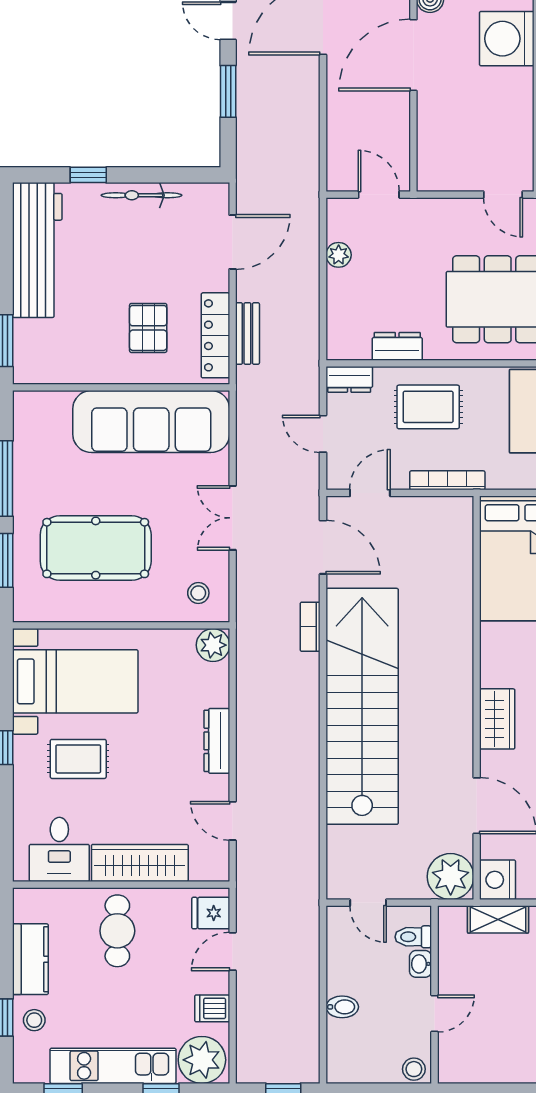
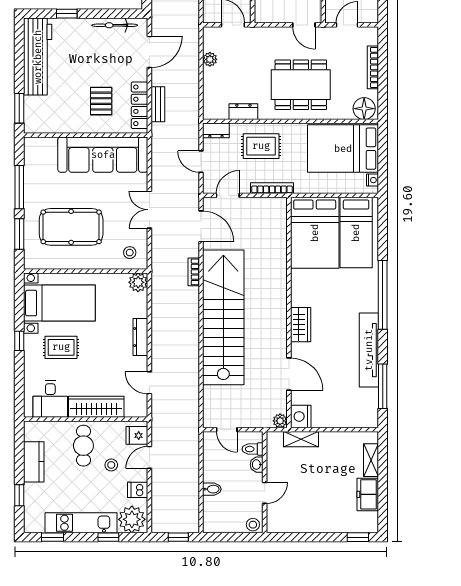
bicycle: (142, 195) -> (115, 25), moved
plant: (451, 877) -> (280, 421), width x0.53, depth x0.53
stool: (34, 1020) -> (111, 465), moved

